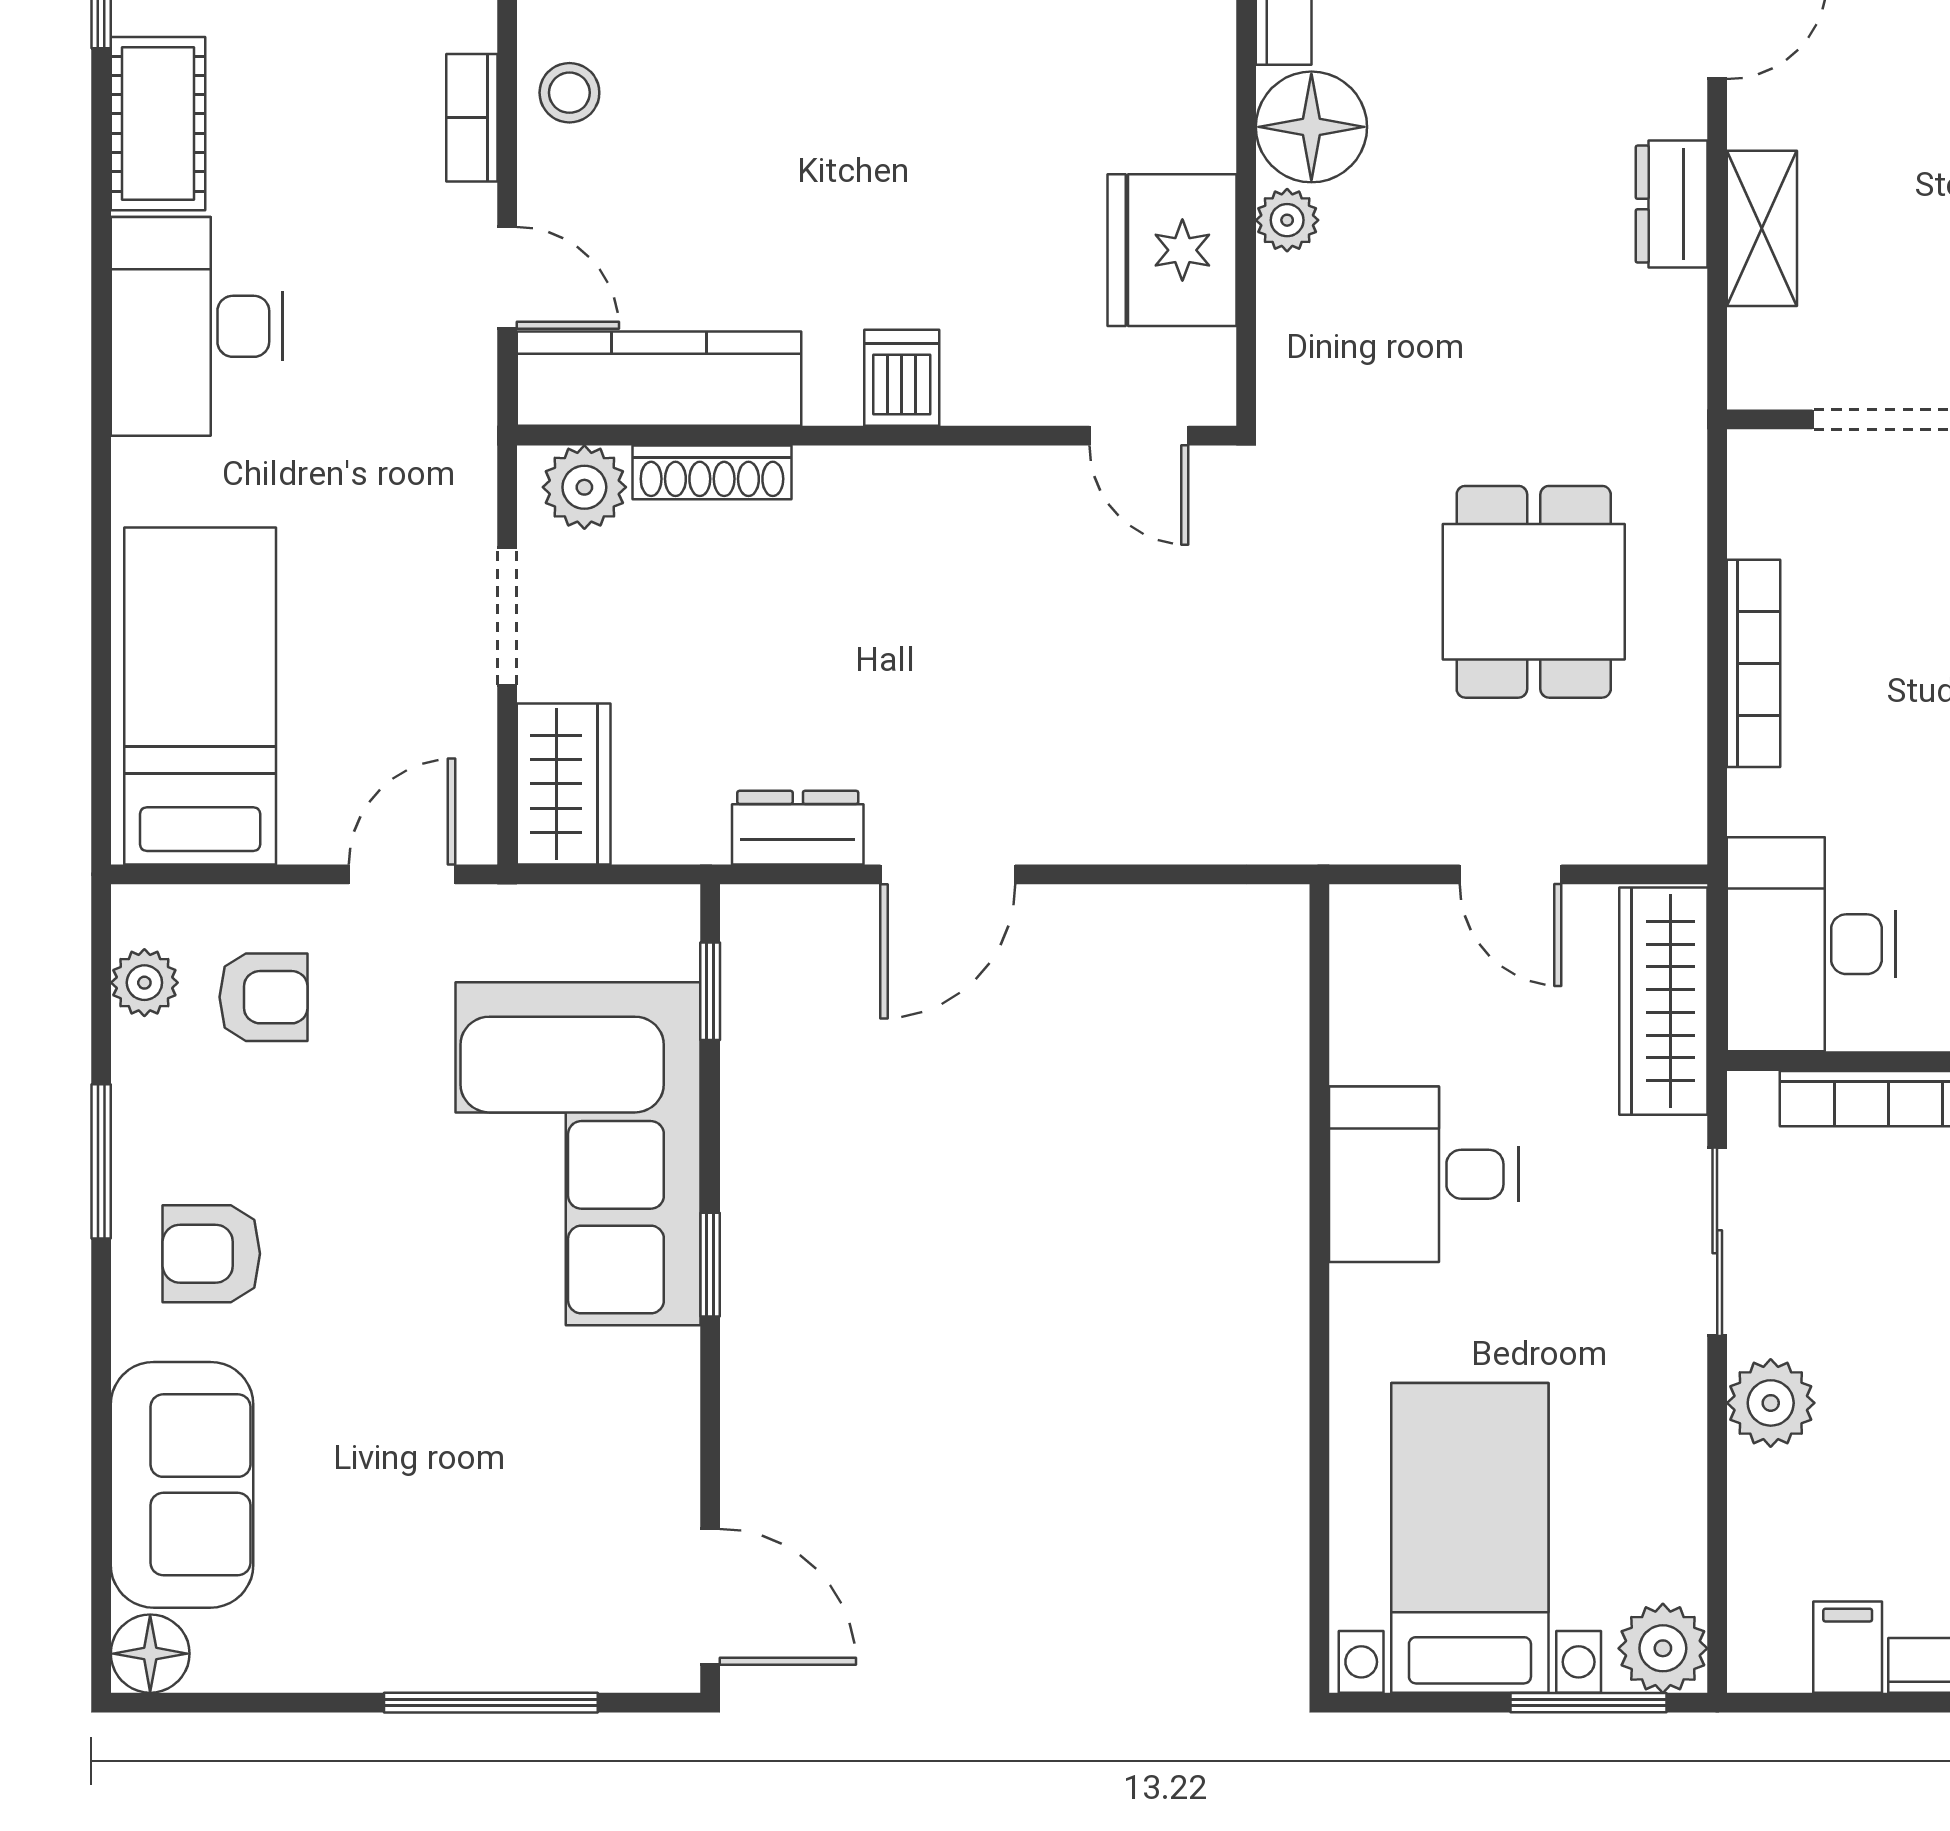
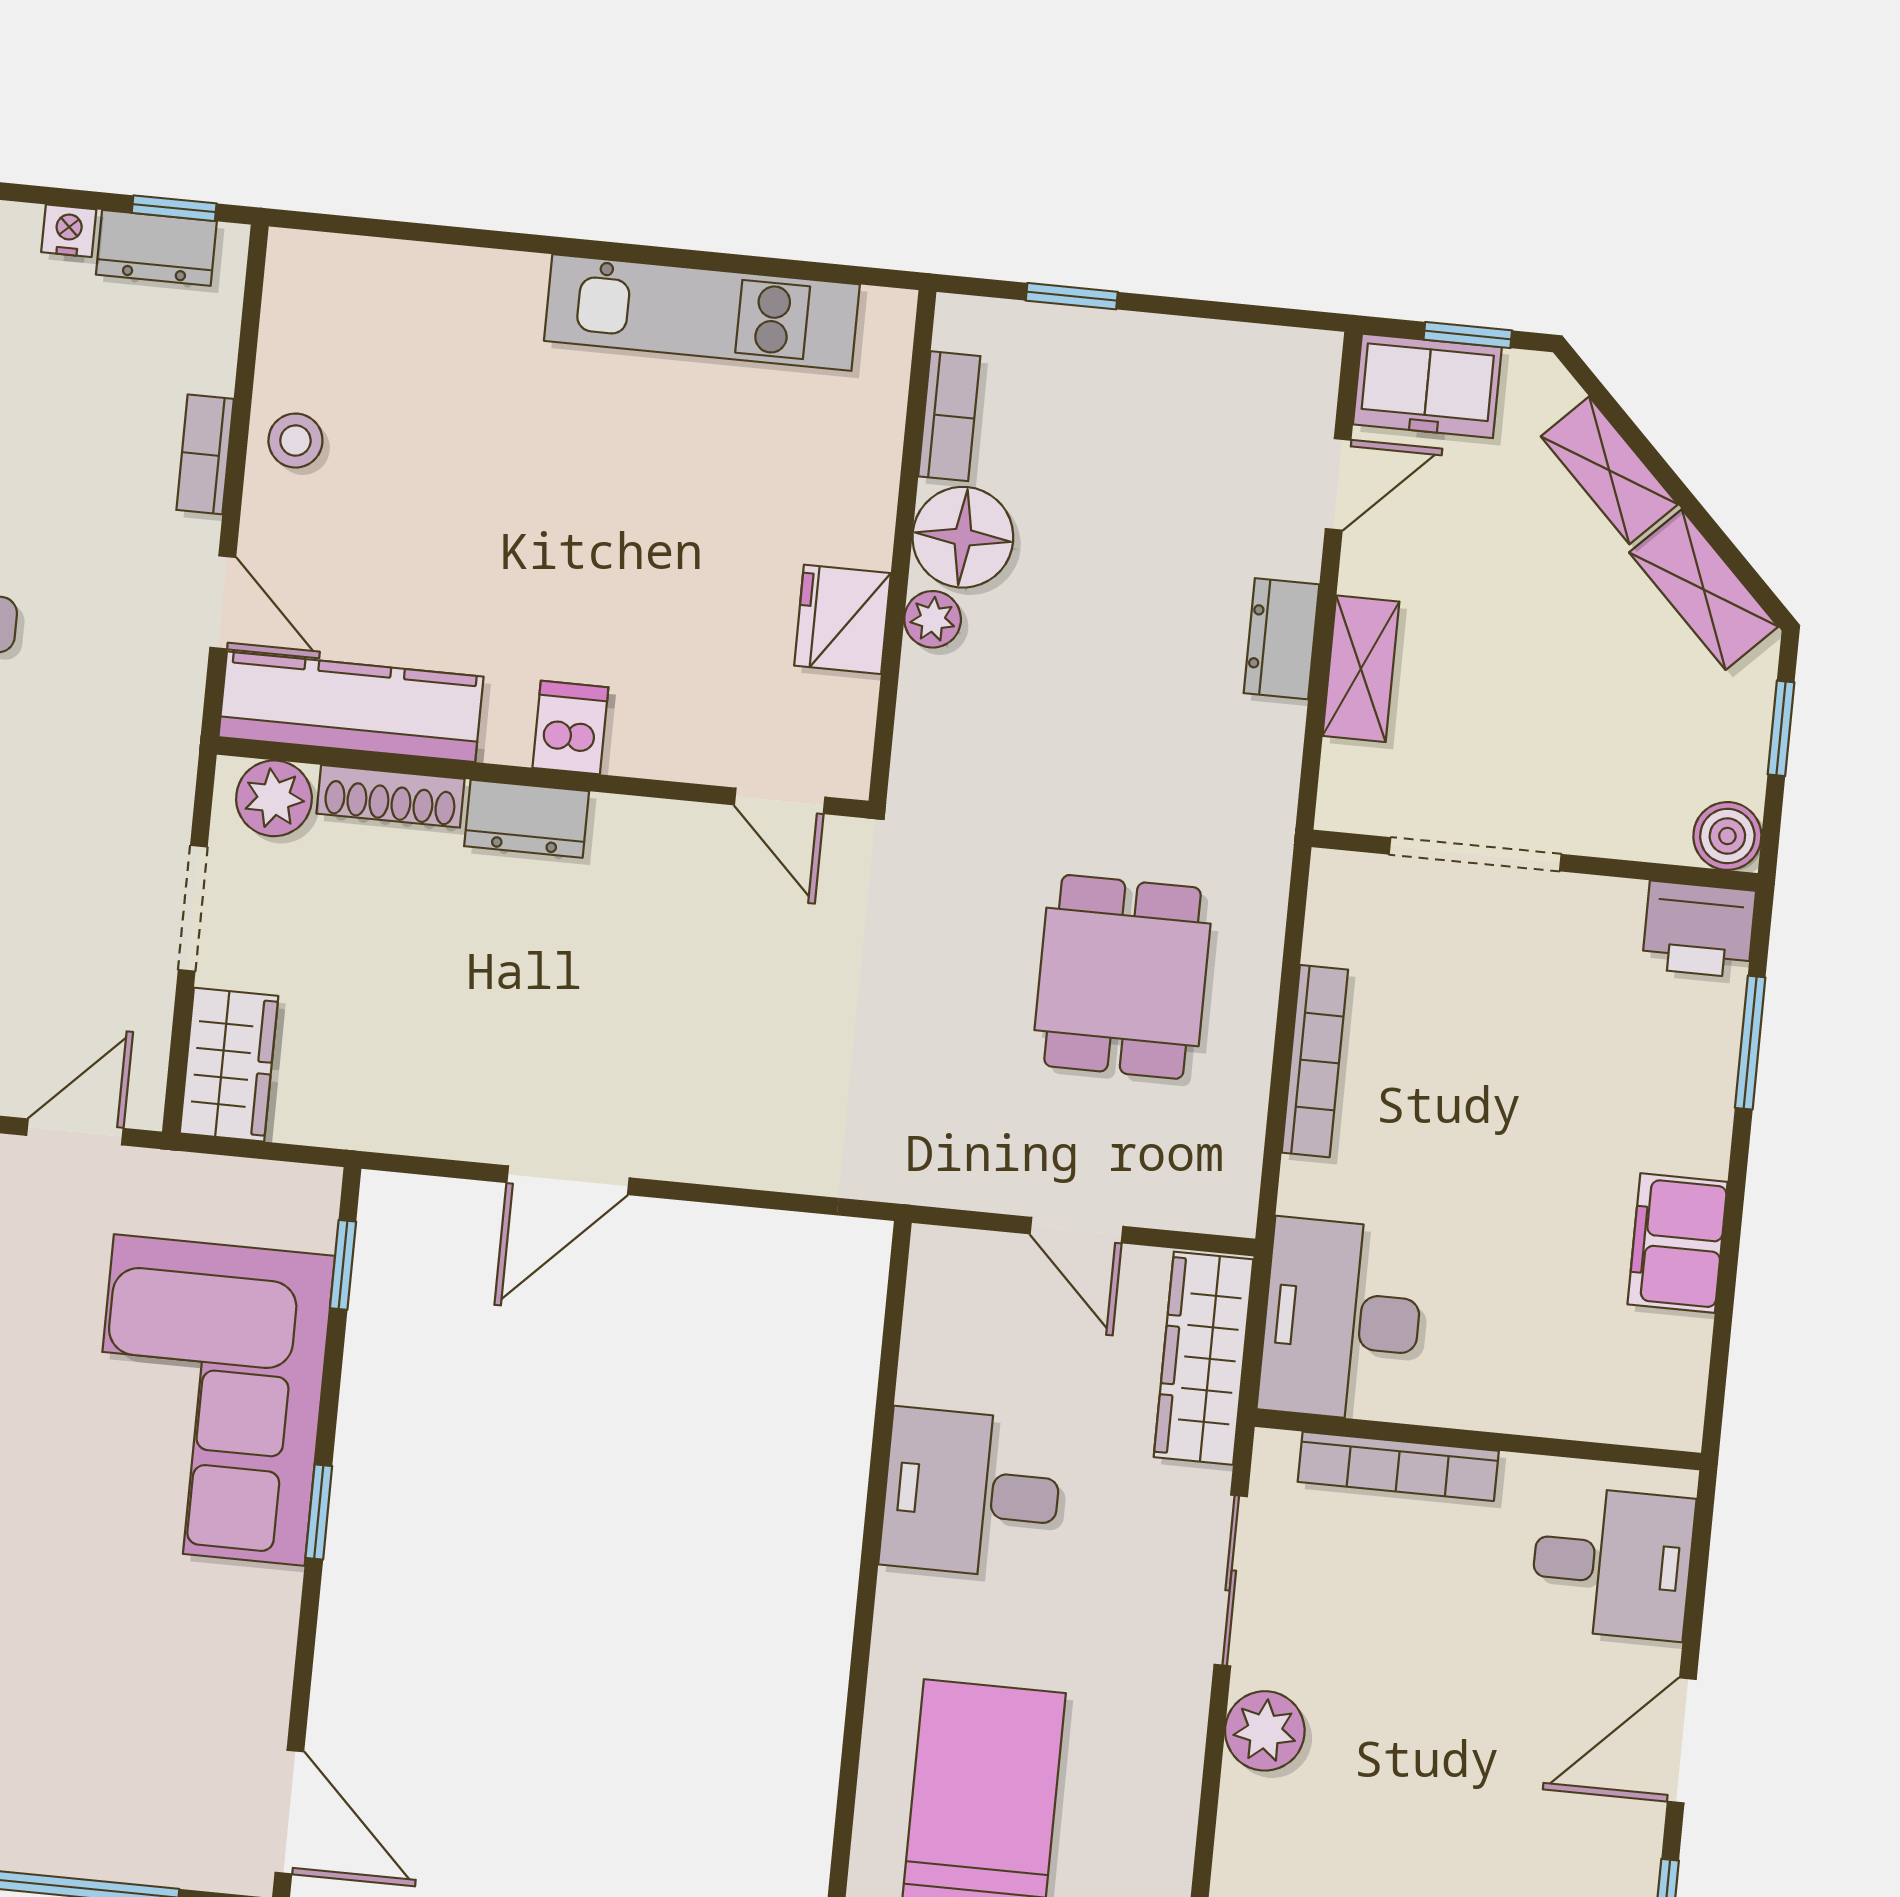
fridge: (1172, 250) -> (842, 619), width x0.73, depth x0.75
dresser: (798, 828) -> (527, 819), moved, turned 180

